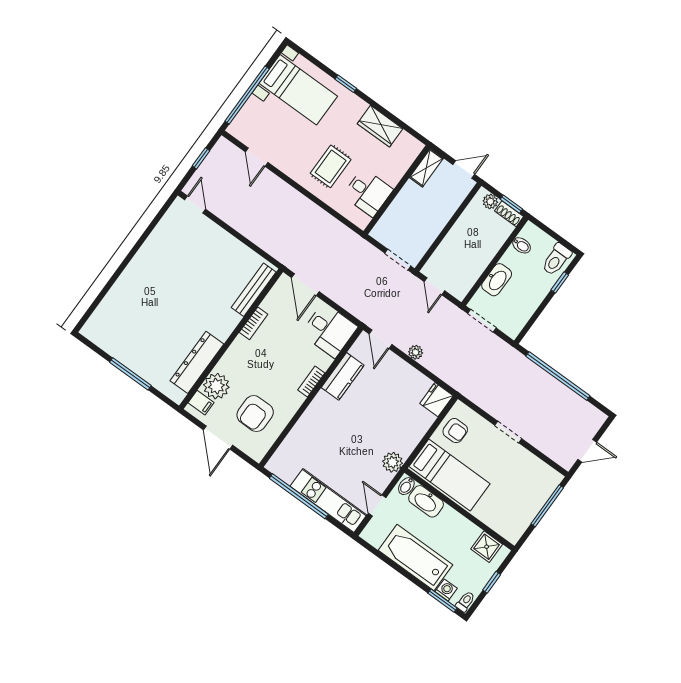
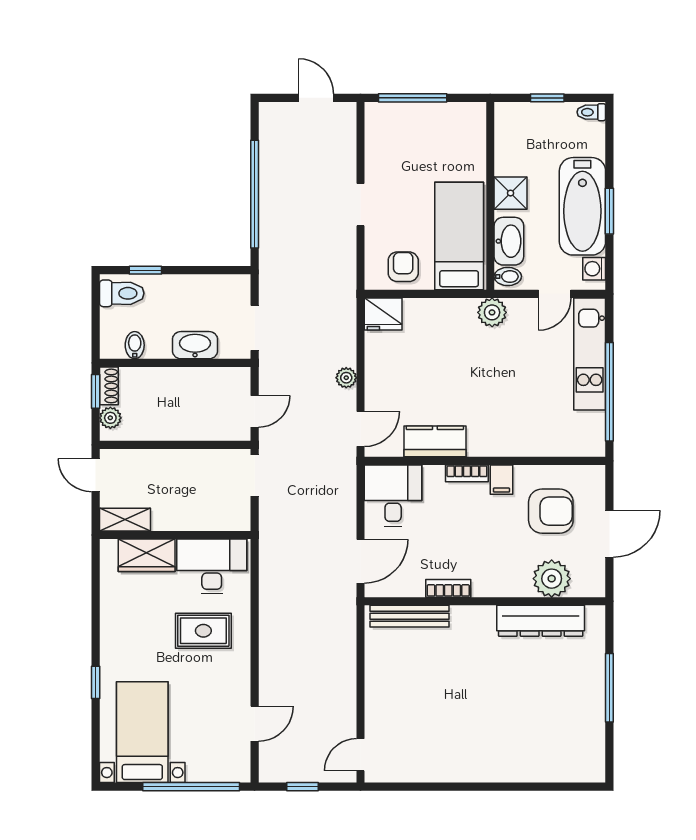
wardrobe: (380, 126) -> (147, 555), moved, turned 90
desk: (368, 192) -> (212, 566), width x1.37
filing cabinet: (201, 403) -> (501, 480), moved, turned 180
shower: (487, 547) -> (511, 193), moved
washing machine: (446, 590) -> (594, 269), moved
window: (443, 601) -> (609, 211), moved

